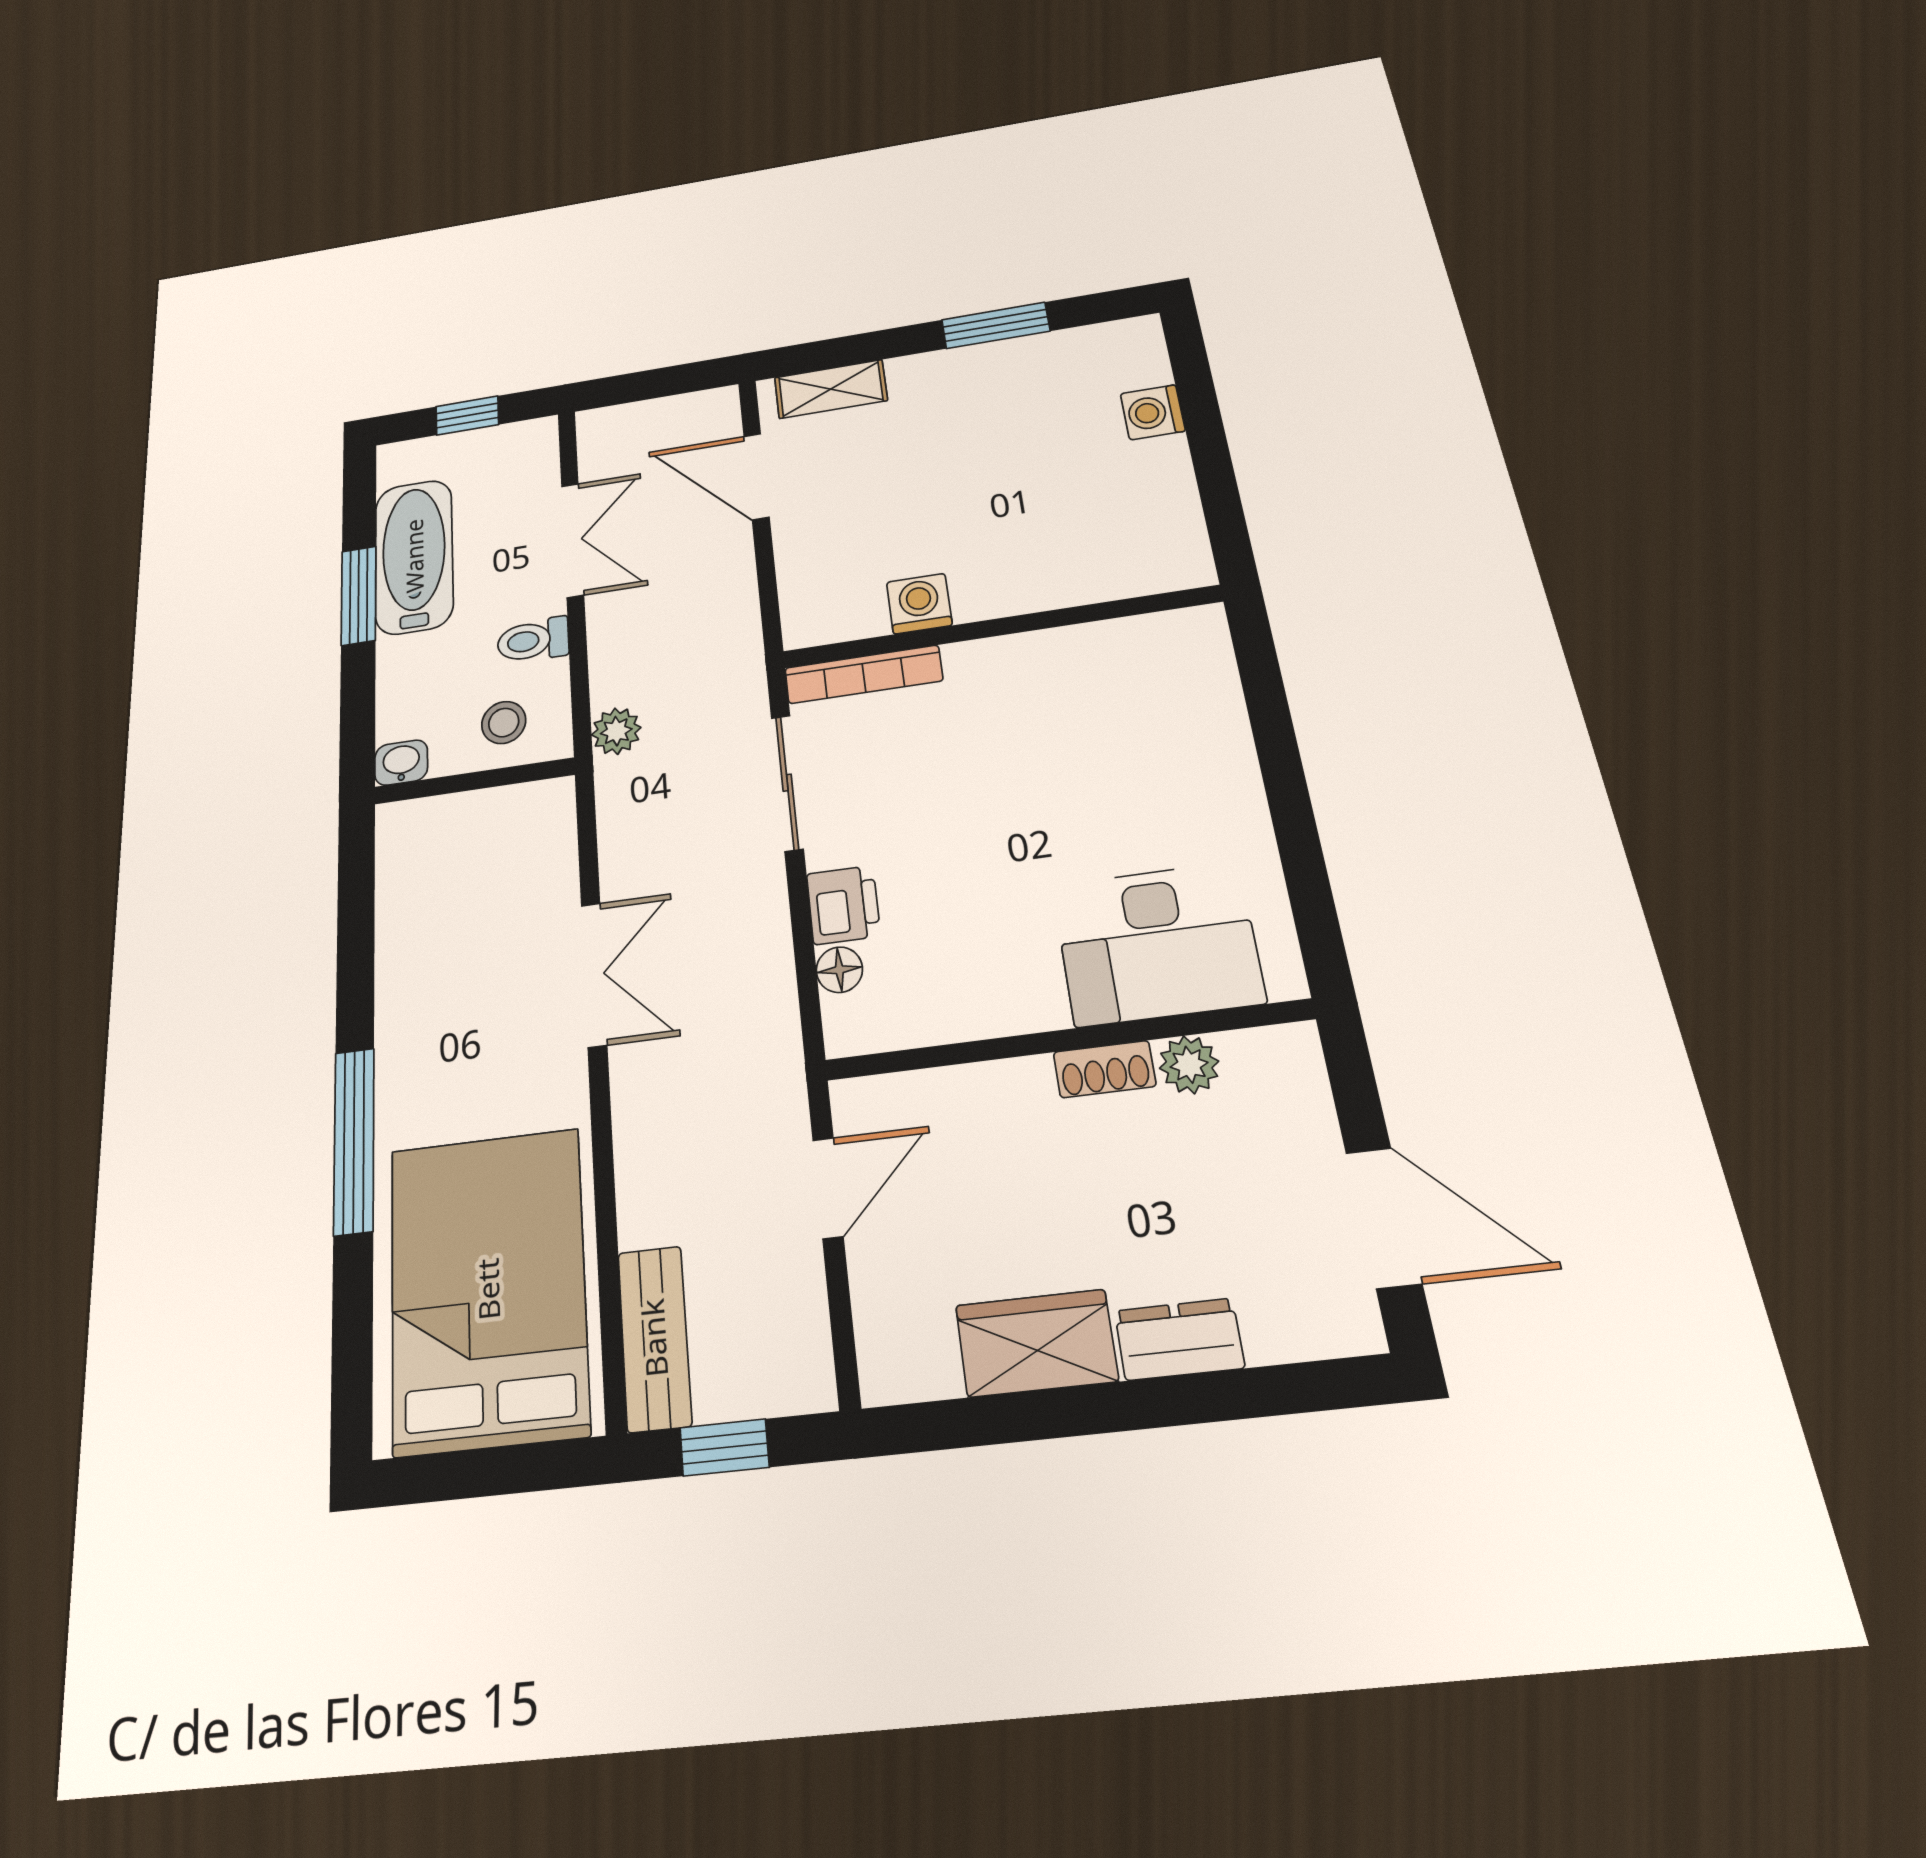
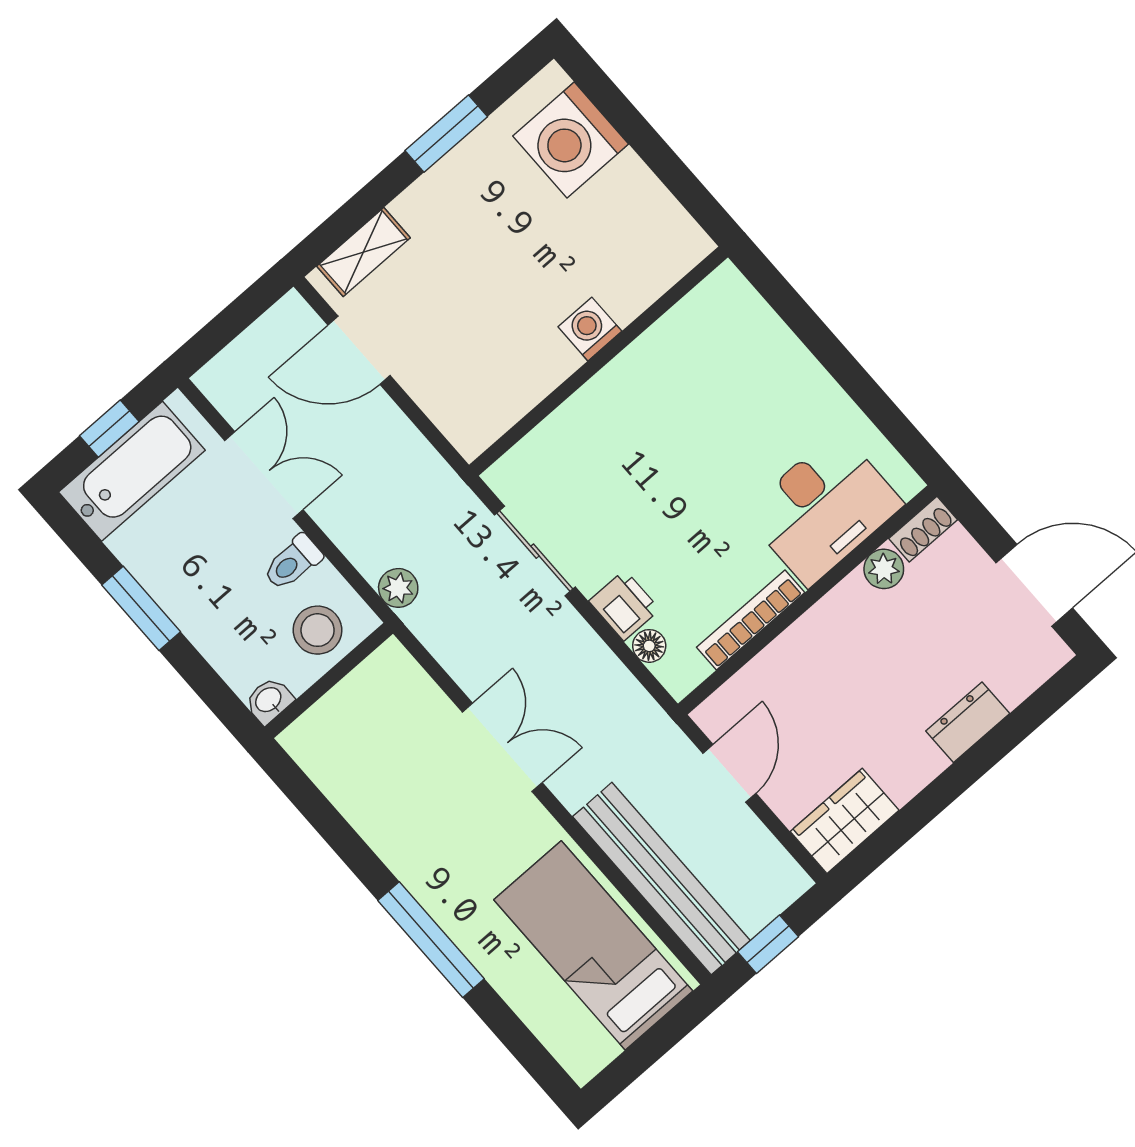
washing machine: (1153, 412) -> (571, 140), width x1.89, depth x1.89
bathtub: (414, 556) -> (132, 471), moved, turned 90
washing machine: (919, 604) -> (590, 329), moved
bookcase: (864, 674) -> (751, 620), moved, turned 180
stool: (504, 723) -> (318, 630), width x1.37, depth x1.37
shoe rack: (1105, 1069) -> (923, 529), moved
bed: (488, 1289) -> (593, 945), width x0.67
bench: (654, 1338) -> (661, 879), width x1.86, depth x1.21
wardrobe: (1036, 1343) -> (845, 821), moved

